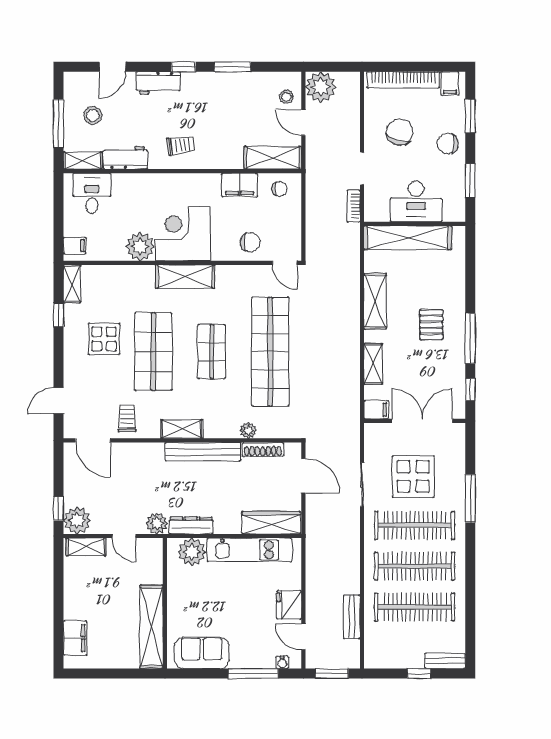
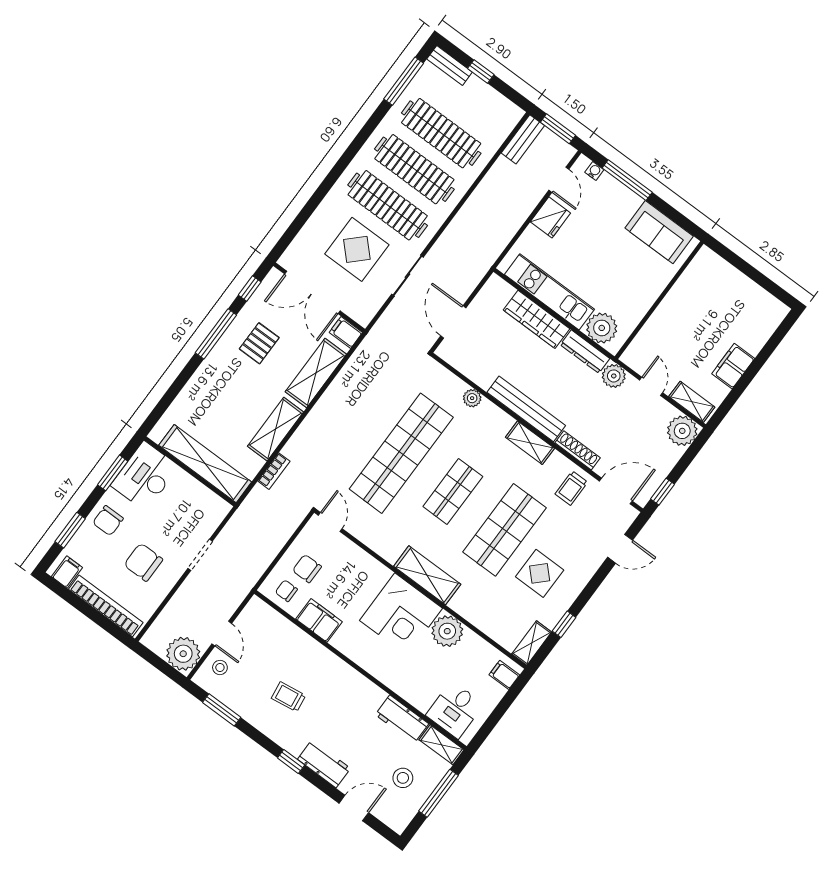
window: (232, 67) -> (222, 710), moved
chair: (399, 132) -> (143, 562), turned 74
chair: (448, 143) -> (108, 521), turned 90
trolley: (181, 145) -> (289, 697), moved
shelving: (273, 158) -> (272, 623), removed
desk: (416, 201) -> (145, 476), moved, turned -90
bookcase: (354, 206) -> (274, 471), moved
chair: (250, 242) -> (307, 569), moved
pallet: (431, 325) -> (259, 343), moved
shelving: (373, 364) -> (316, 373), width x1.50, depth x1.33
door: (93, 440) -> (616, 491), hinge flipped
shoe rack: (263, 449) -> (578, 450), moved
window: (470, 498) -> (404, 81), moved
window: (59, 509) -> (663, 492), moved
wardrobe: (271, 523) -> (537, 319), moved
bench: (352, 617) -> (523, 139), moved
shelving: (152, 627) -> (686, 288), removed
filing cabinet: (75, 638) -> (733, 366), moved

